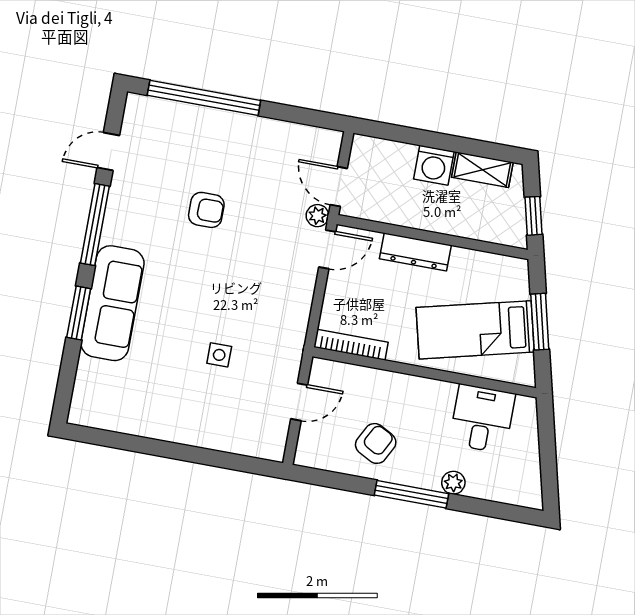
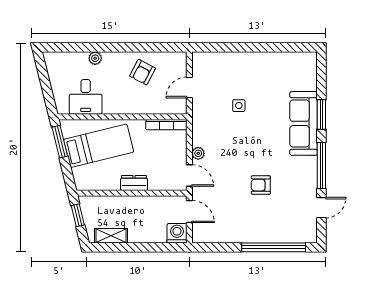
washing machine: (434, 165) -> (177, 233), moved
plant: (317, 216) -> (198, 153), moved
door: (327, 249) -> (189, 175), swing flipped
dresser: (415, 252) -> (134, 183), width x0.70
window: (540, 322) -> (60, 142), moved
window: (411, 494) -> (117, 47), removed

